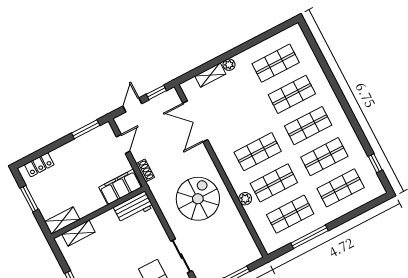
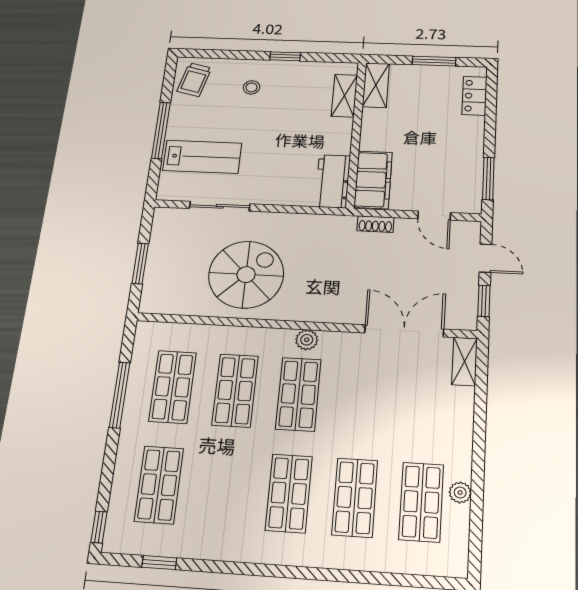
plant: (229, 65) -> (460, 493), moved
shelving: (210, 75) -> (464, 361), moved
shop shelf: (324, 157) -> (224, 489), removed
spiral stairs: (198, 199) -> (246, 275), moved, turned -90
plant: (245, 199) -> (307, 340), moved
window: (377, 202) -> (99, 527), added

